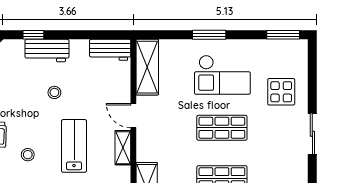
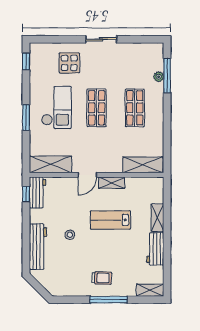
window: (33, 35) -> (26, 194), moved
window: (283, 35) -> (26, 61), width x0.67
workbench: (47, 51) -> (38, 247), width x1.38
stool: (28, 155) -> (117, 255), removed

